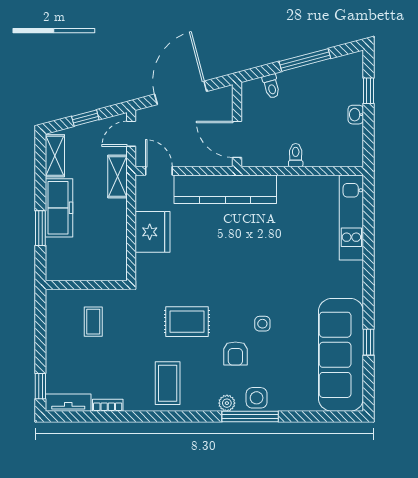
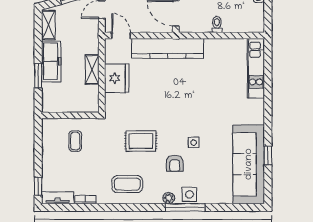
shelving: (117, 176) -> (92, 70), moved
coffee table: (168, 383) -> (127, 184), turned 90

